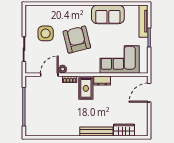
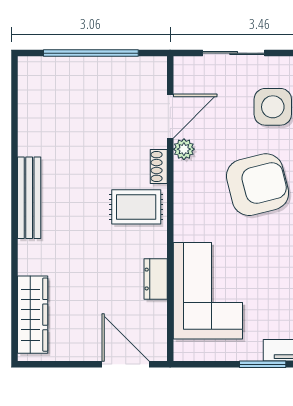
door: (49, 75) -> (170, 116), hinge flipped
dresser: (102, 81) -> (156, 279), moved
wardrobe: (124, 130) -> (33, 315), width x1.50
bench: (96, 132) -> (29, 198), moved

